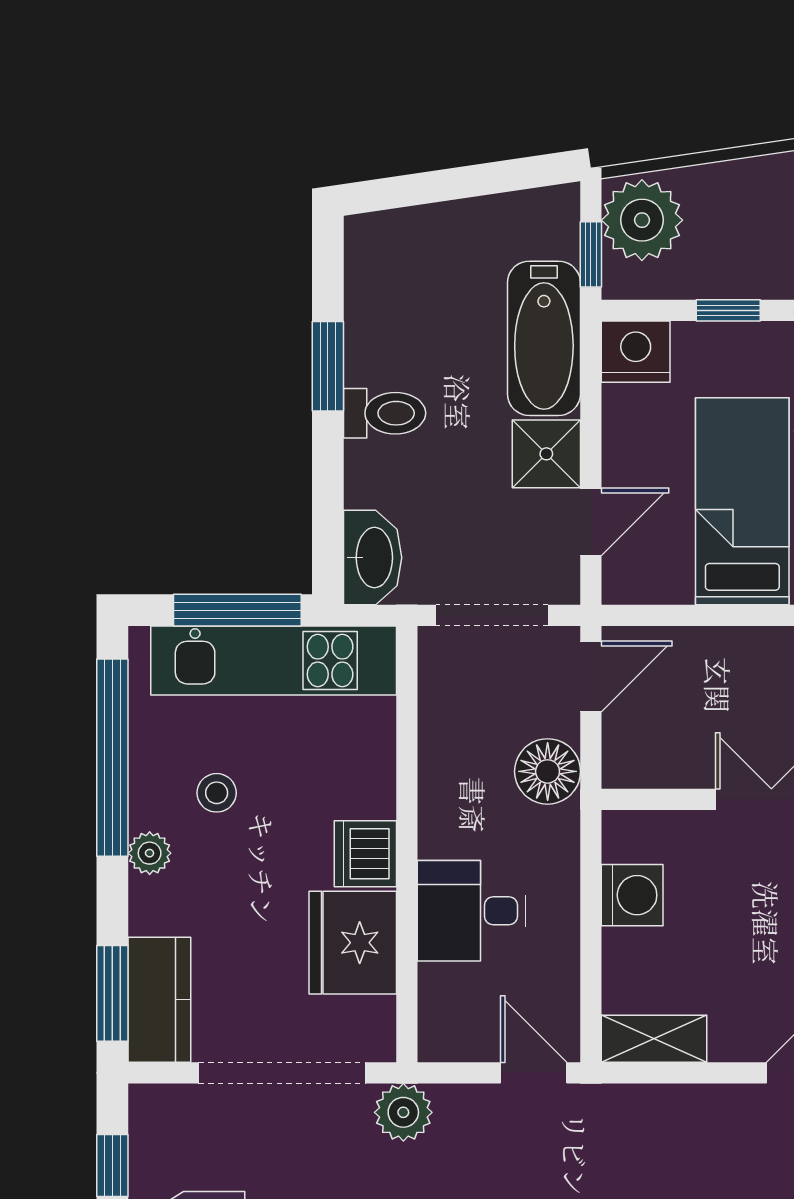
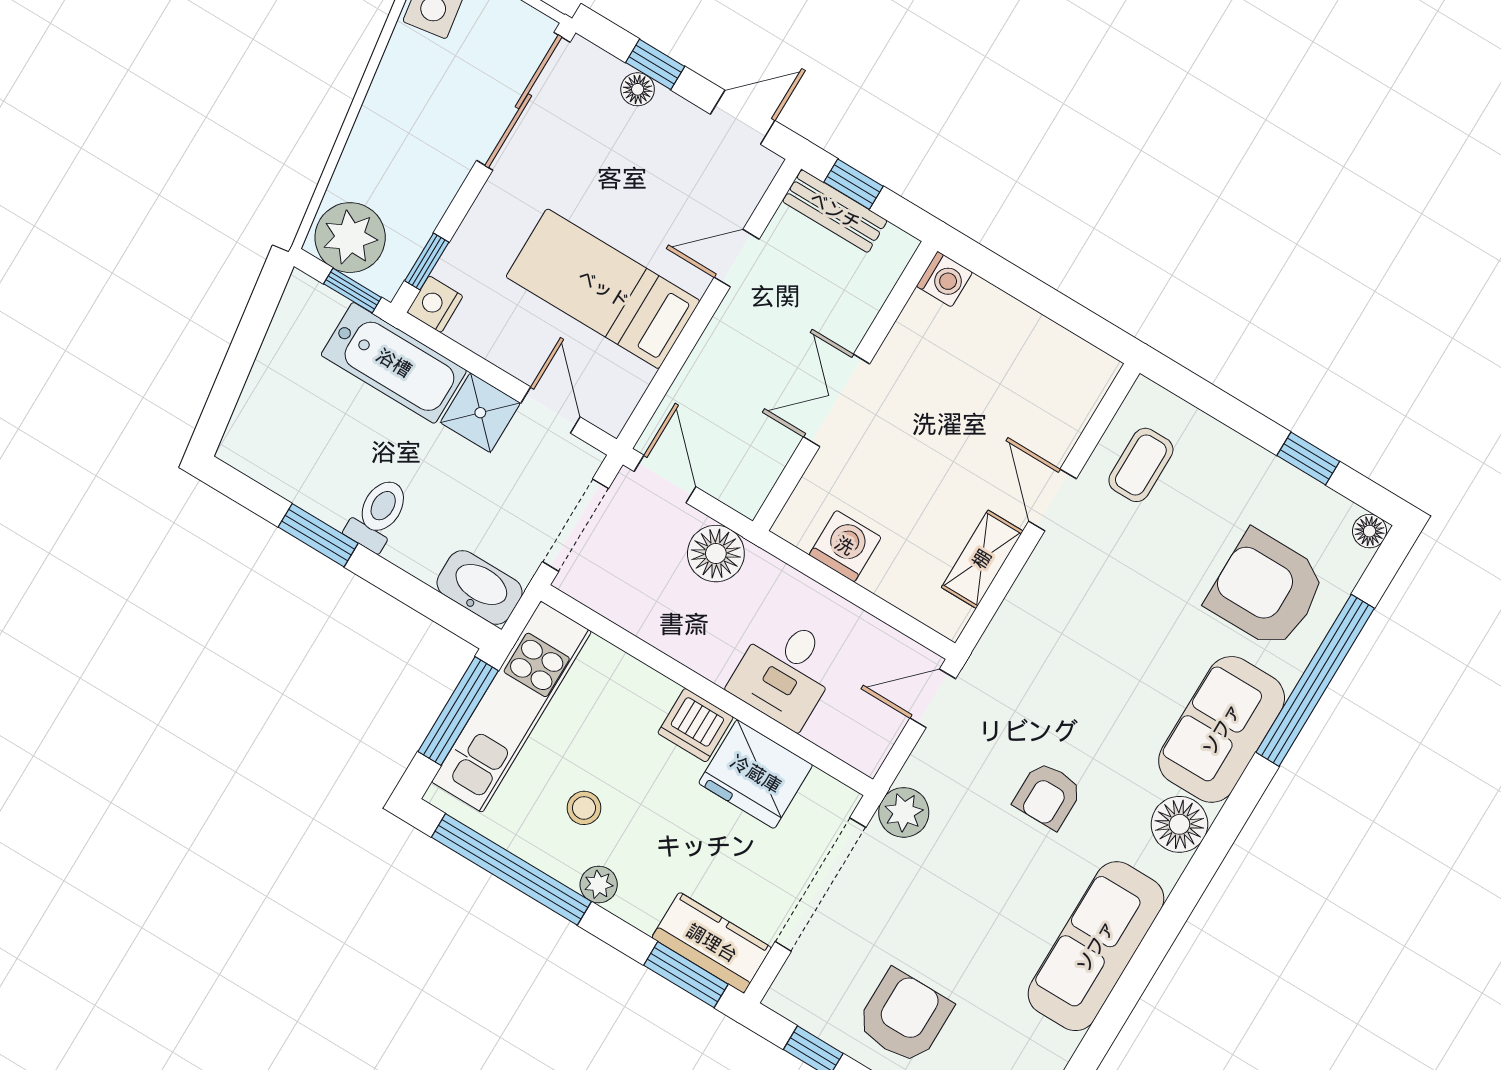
window: (728, 310) -> (427, 261), moved
nightstand: (636, 352) -> (435, 304), width x0.74, depth x0.75
shelving: (654, 1039) -> (982, 559), moved

